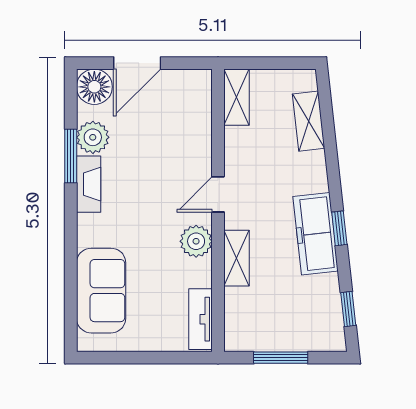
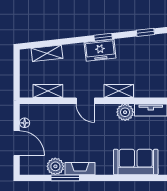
floor lamp: (94, 87) -> (25, 123), moved, width x0.53, depth x0.53
shelving: (236, 97) -> (48, 91), moved
freezer: (316, 234) -> (100, 50), width x0.71
plant: (196, 241) -> (125, 112), moved

